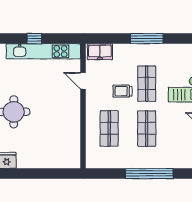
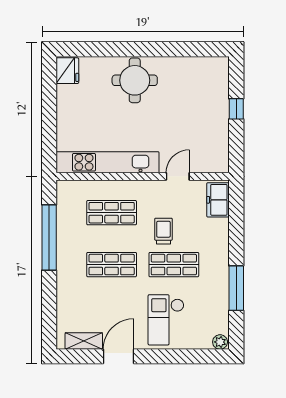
window: (147, 39) -> (236, 288), moved
kitchen unit: (43, 51) -> (108, 162), moved, turned 90
window: (149, 174) -> (49, 238), moved

